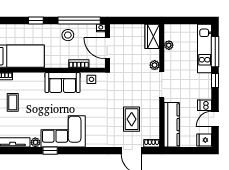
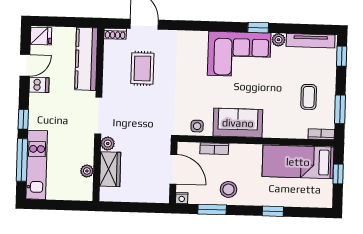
window: (79, 20) -> (212, 209), width x0.47
wardrobe: (152, 36) -> (110, 169), moved

